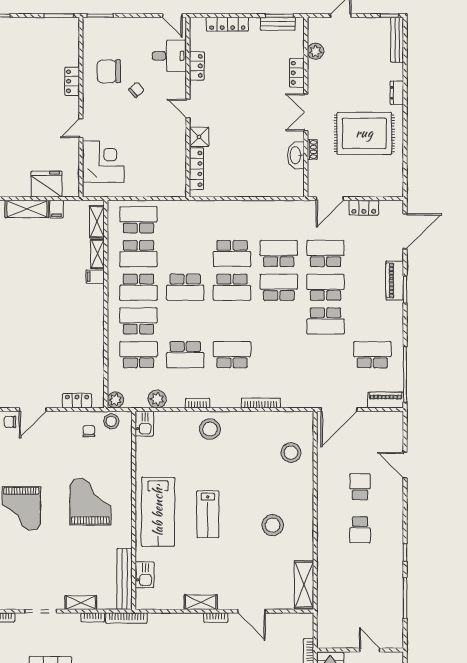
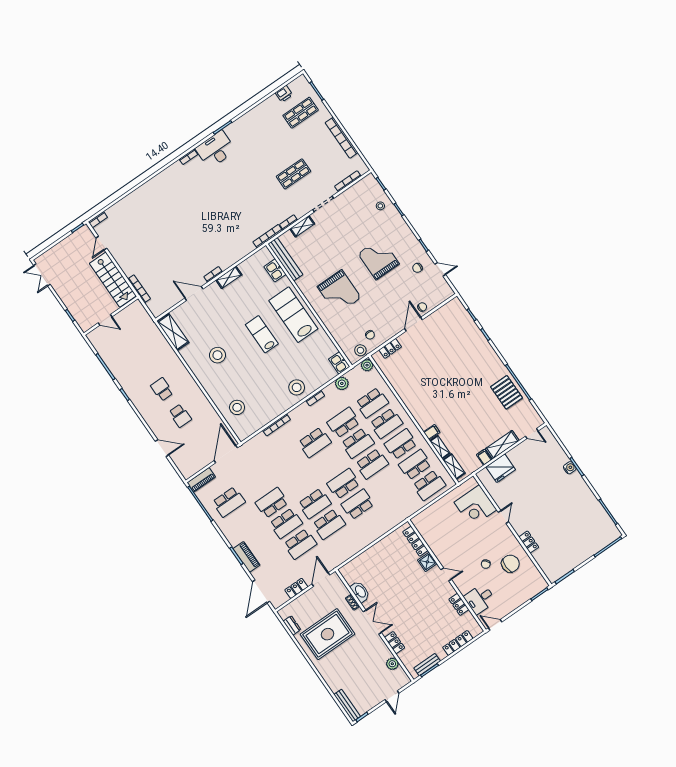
dresser: (397, 93) -> (292, 625), moved
school desk: (185, 287) -> (372, 464), turned 180
school desk: (185, 321) -> (358, 443), added

